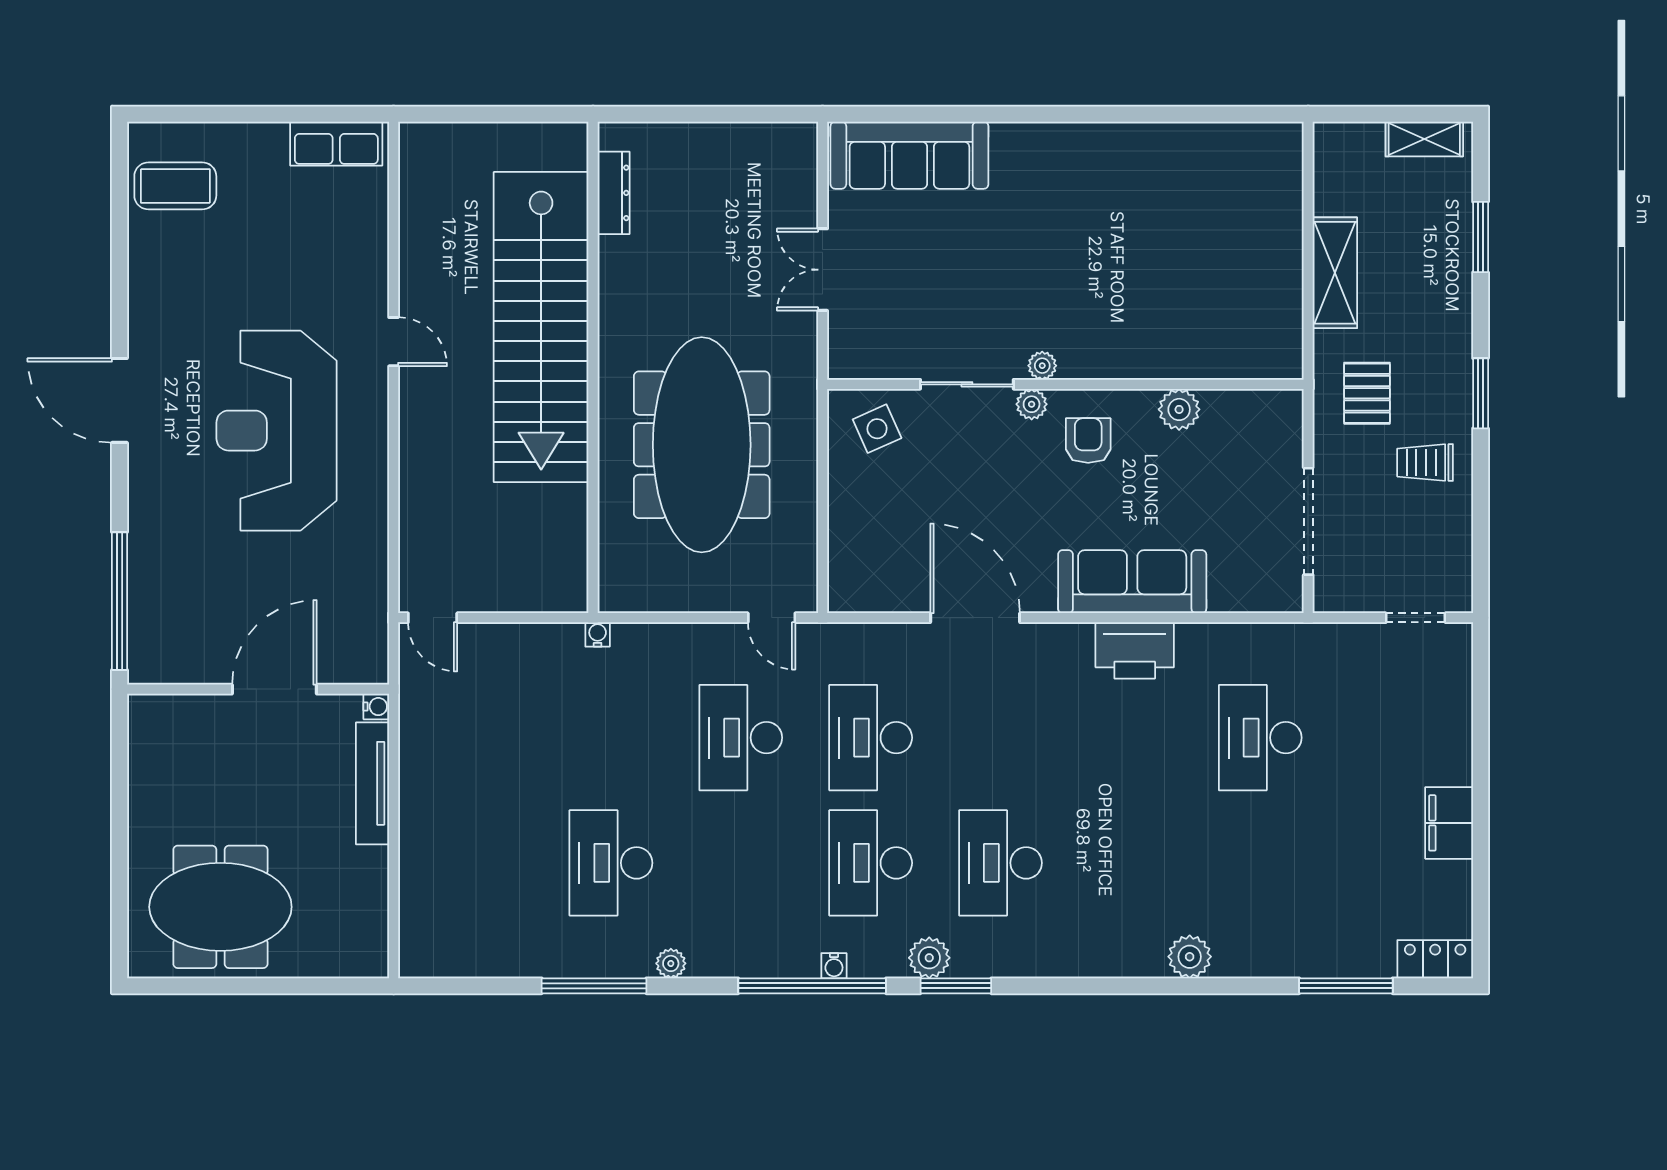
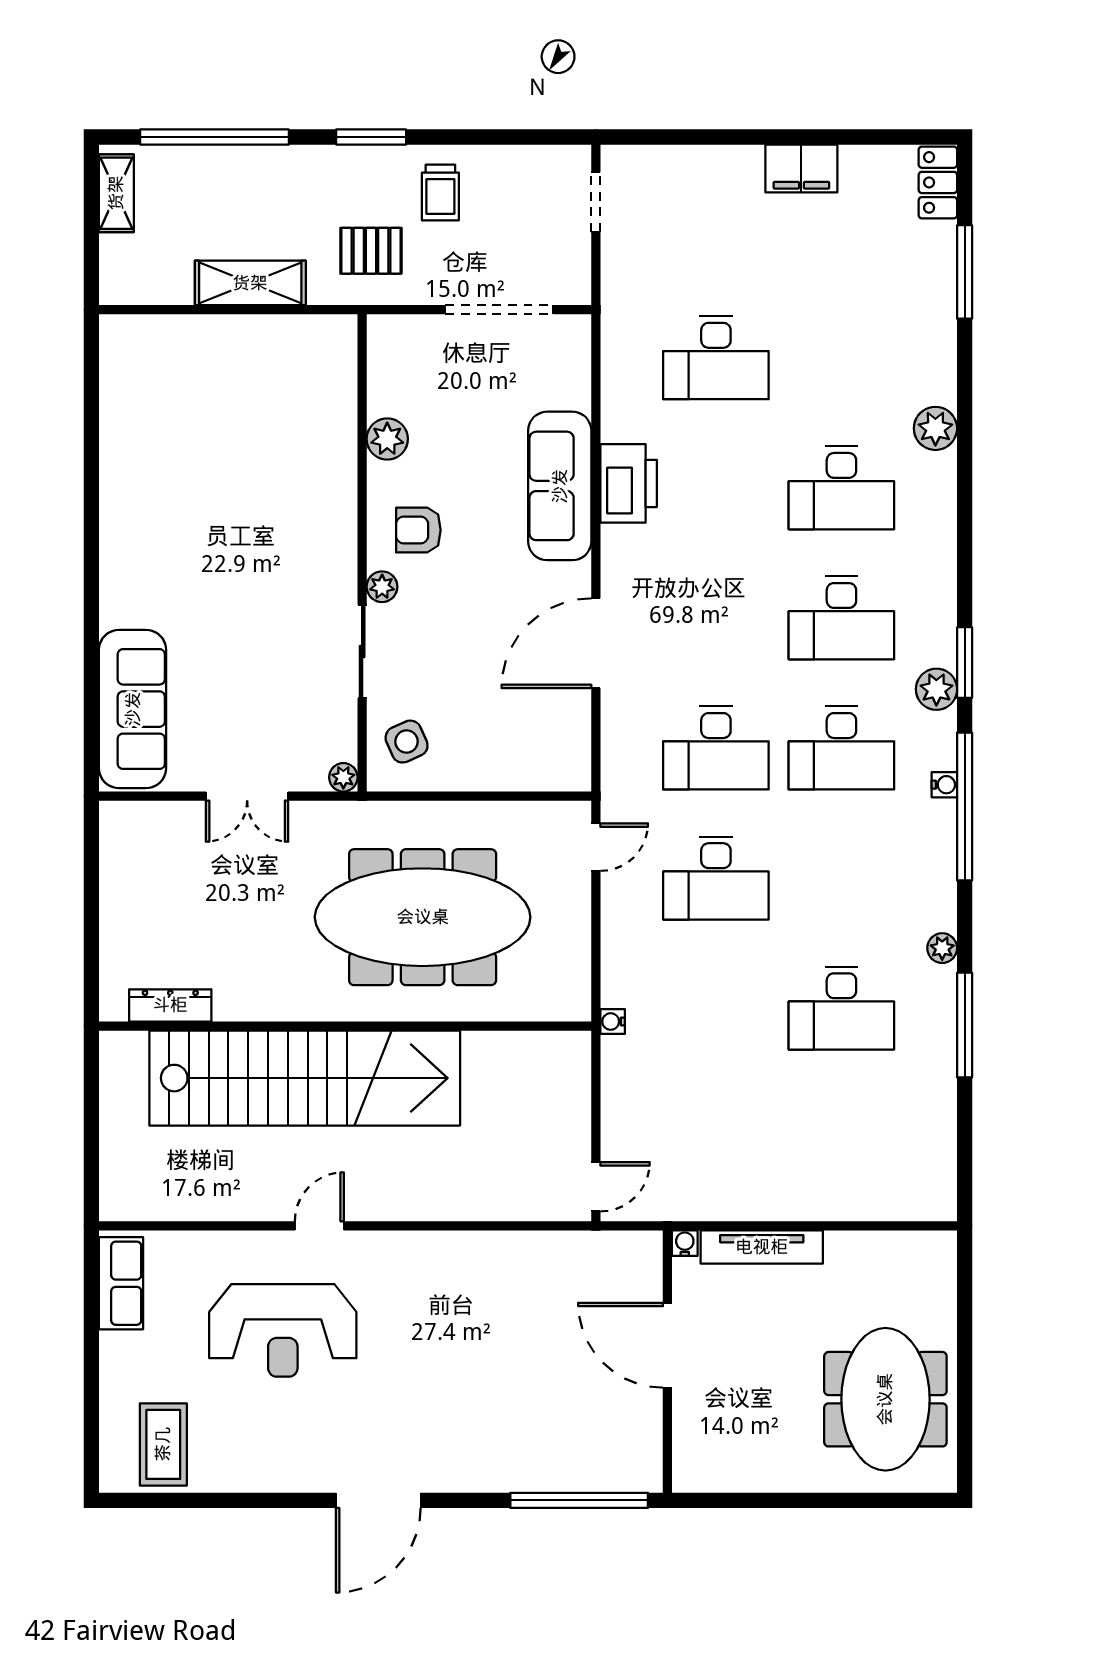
window: (1481, 237) -> (214, 137), width x2.11
plant: (1042, 366) -> (343, 777), moved
reception desk: (277, 431) -> (283, 1330), moved, width x0.74, depth x0.77
desk: (1130, 863) -> (841, 488), added

